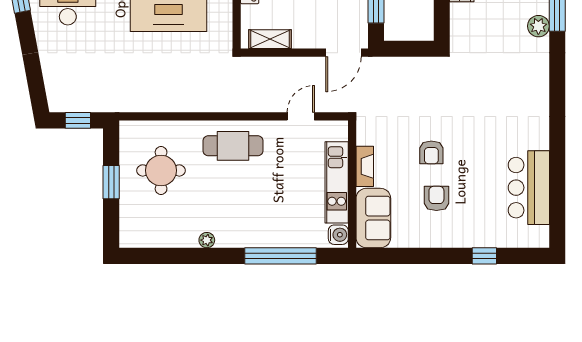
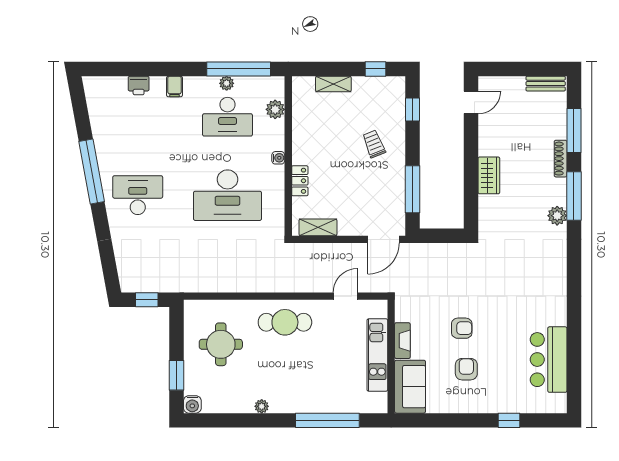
armchair: (431, 152) -> (462, 328), turned -90
window: (111, 182) -> (176, 375), moved
water cooler: (338, 235) -> (192, 404), moved, turned 90

